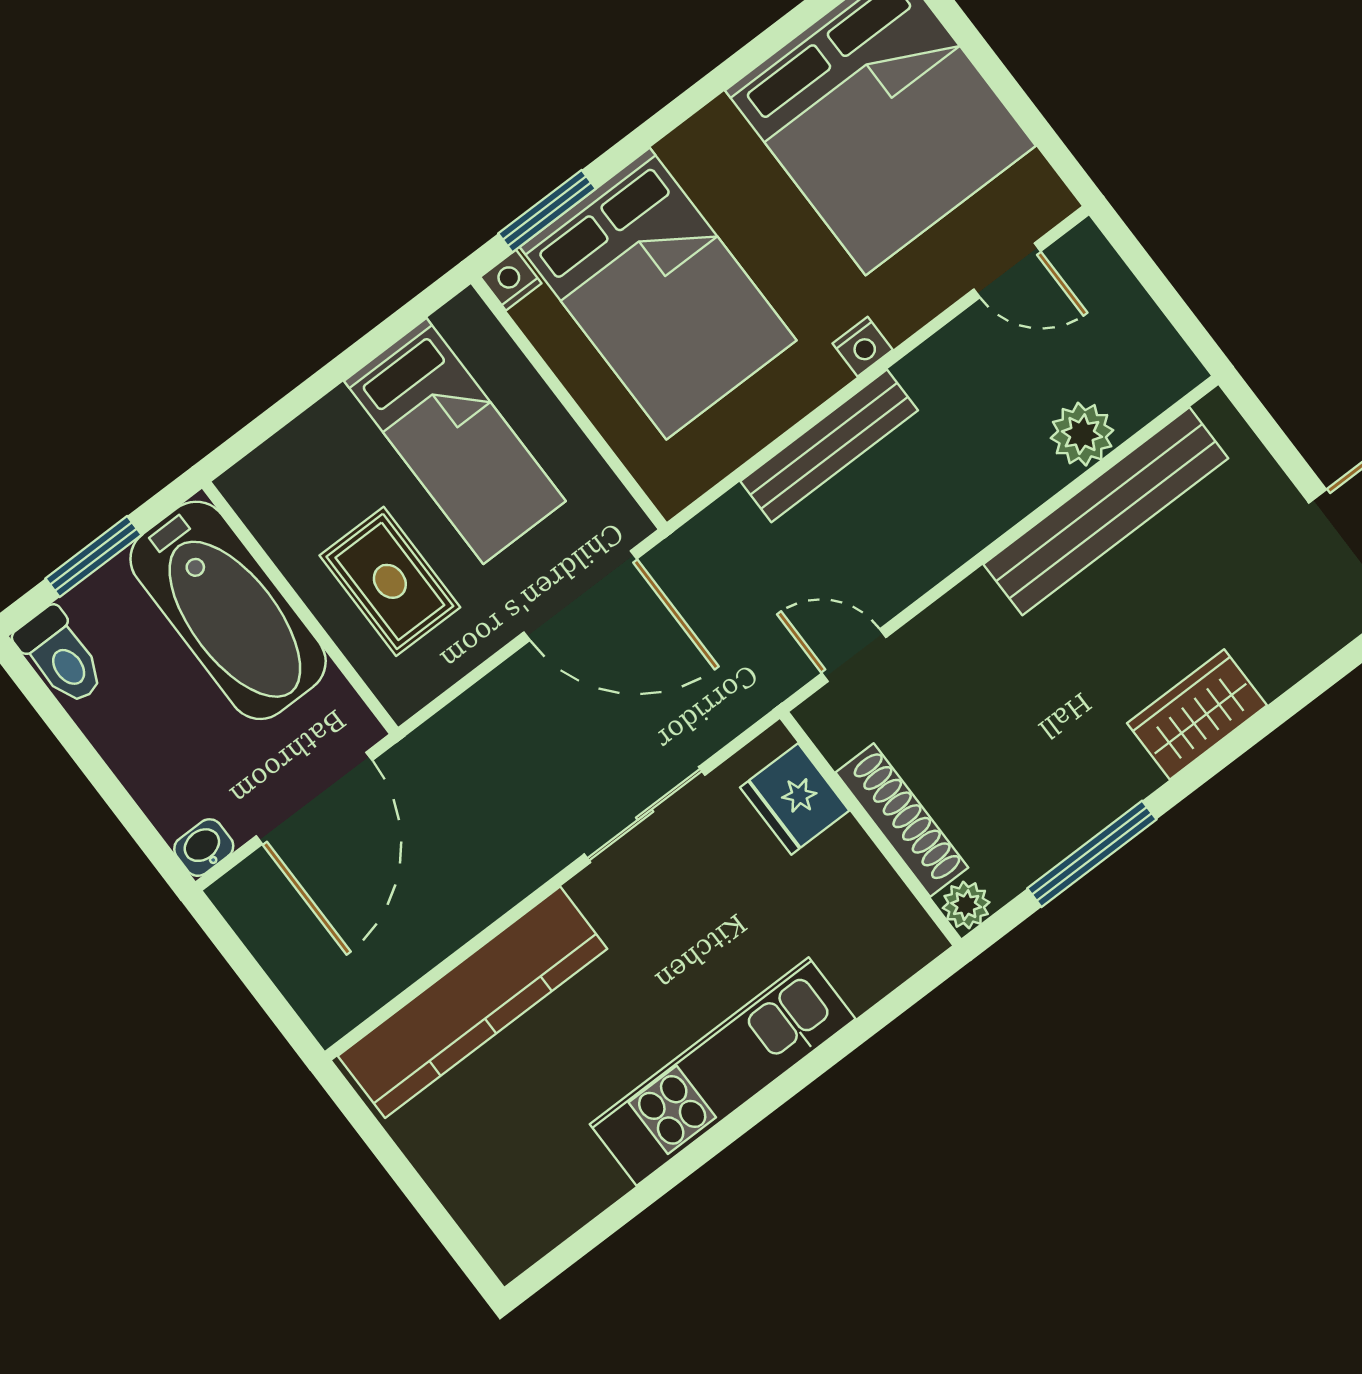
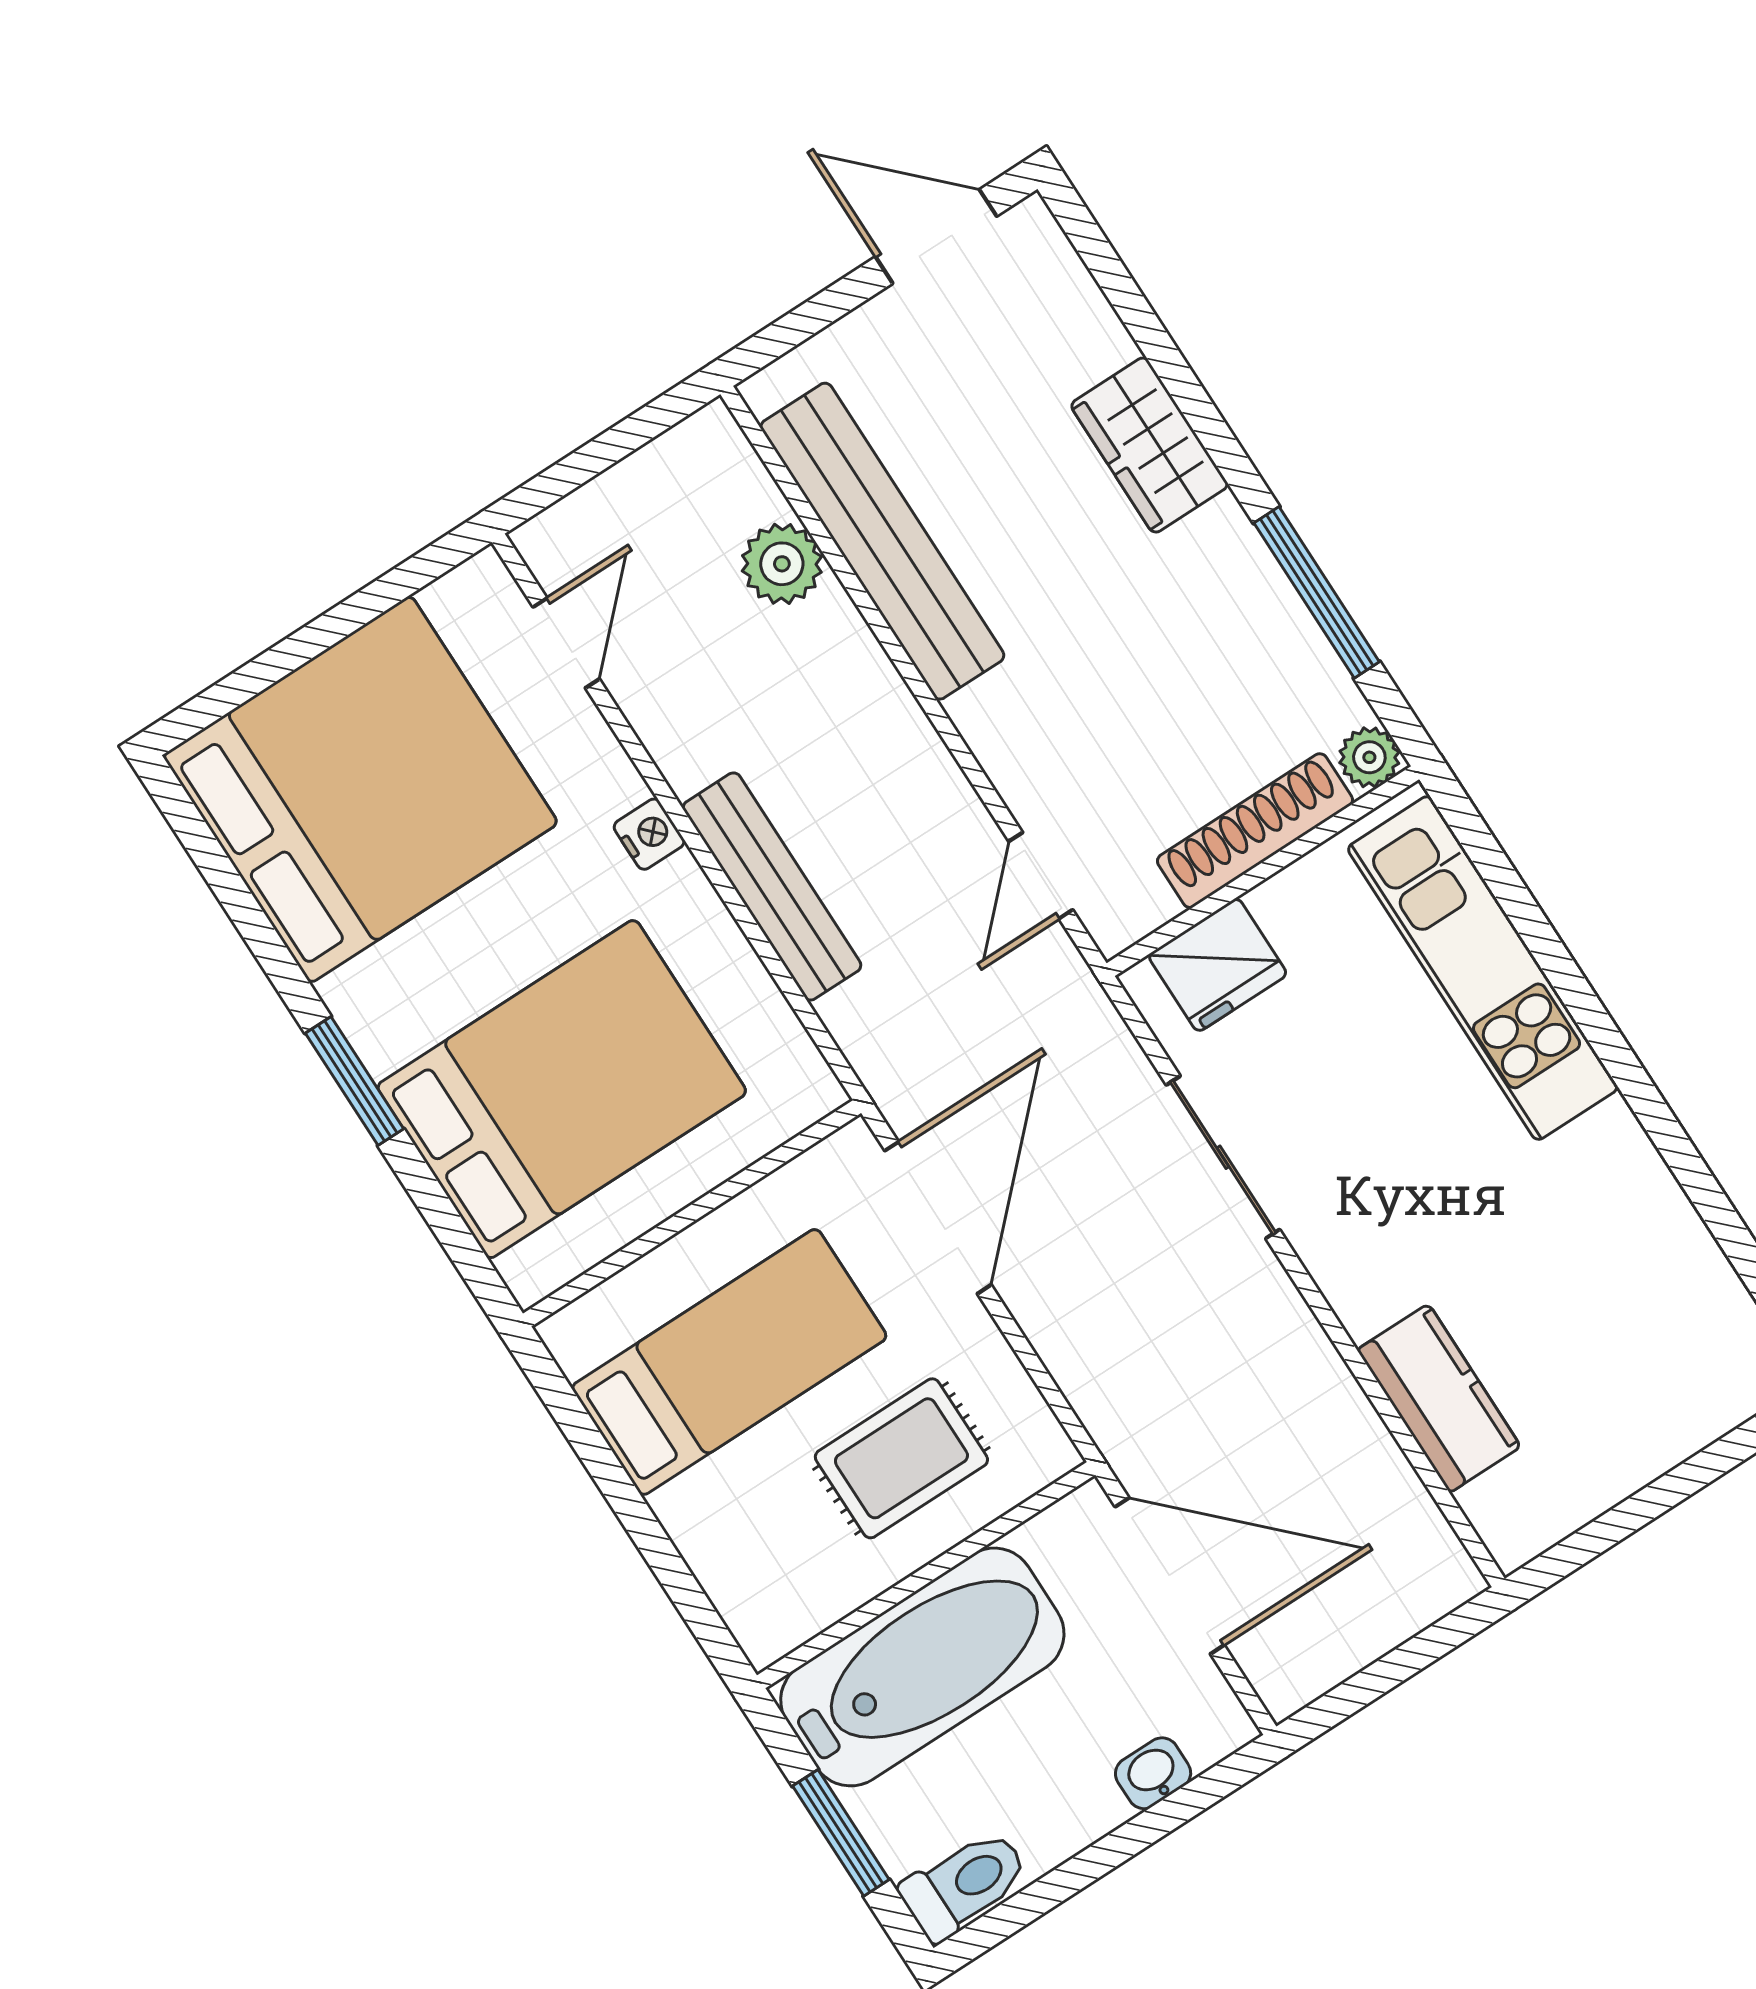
window: (547, 211) -> (355, 1081), moved
nightstand: (511, 280) -> (530, 1275), removed
washbasin: (204, 848) -> (1153, 1773), moved, turned 90
kitchen counter: (473, 1002) -> (1439, 1398), width x0.48, depth x0.86
kitchen unit: (723, 1071) -> (1483, 968), moved

